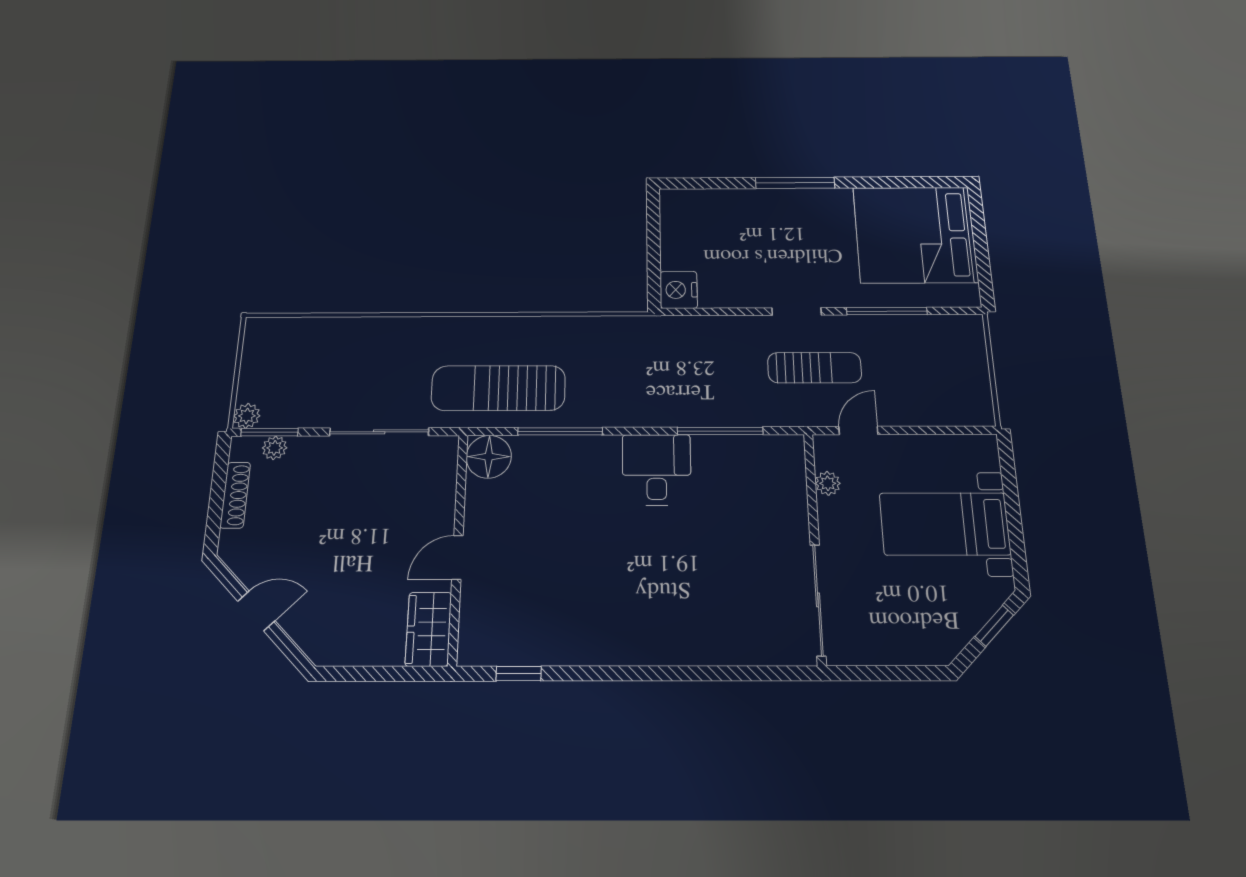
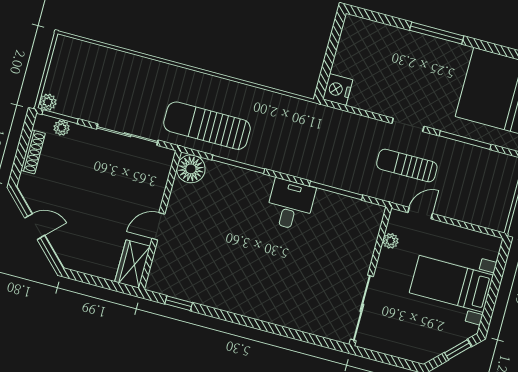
sun lounger: (815, 368) -> (407, 166), turned 180

